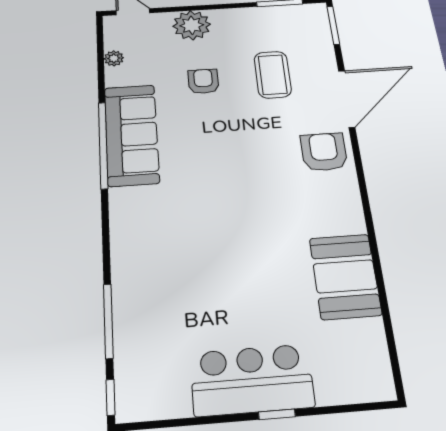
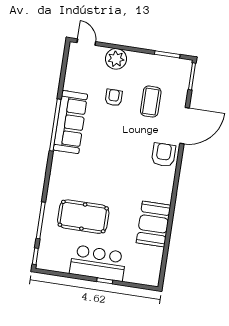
plant: (114, 58) -> (70, 72), removed
pool table: (197, 294) -> (83, 217), added

